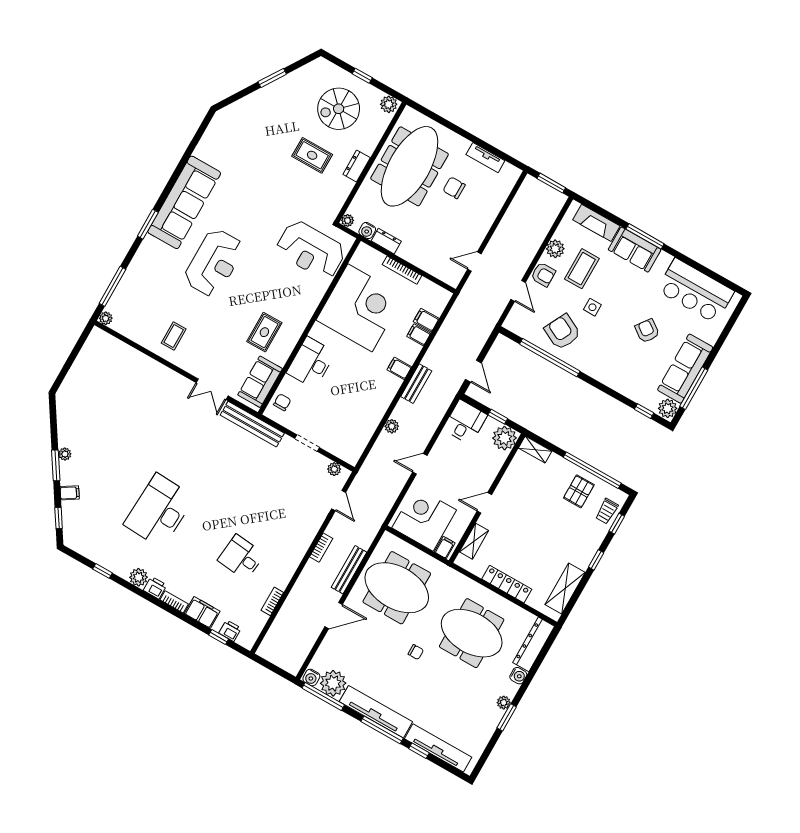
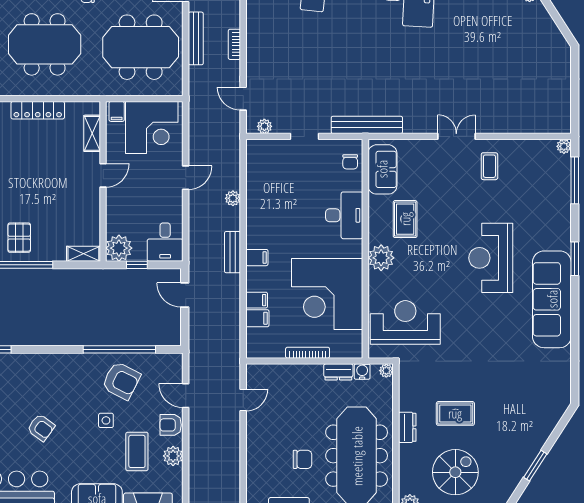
plant: (301, 312) -> (381, 258), added
double door: (212, 389) -> (456, 136), moved

